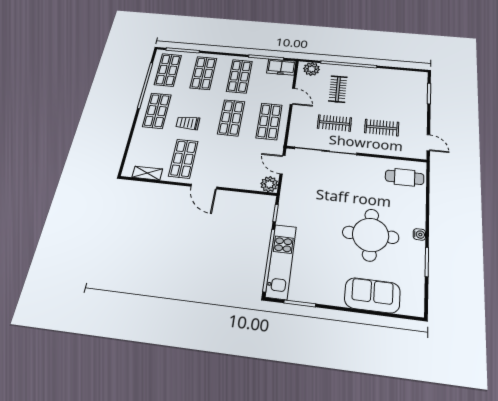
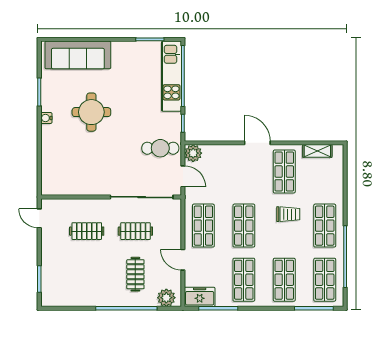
cafe table: (405, 177) -> (160, 148), moved
round table: (371, 235) -> (91, 112), width x0.73, depth x0.73
sofa: (372, 295) -> (78, 55), width x1.36

